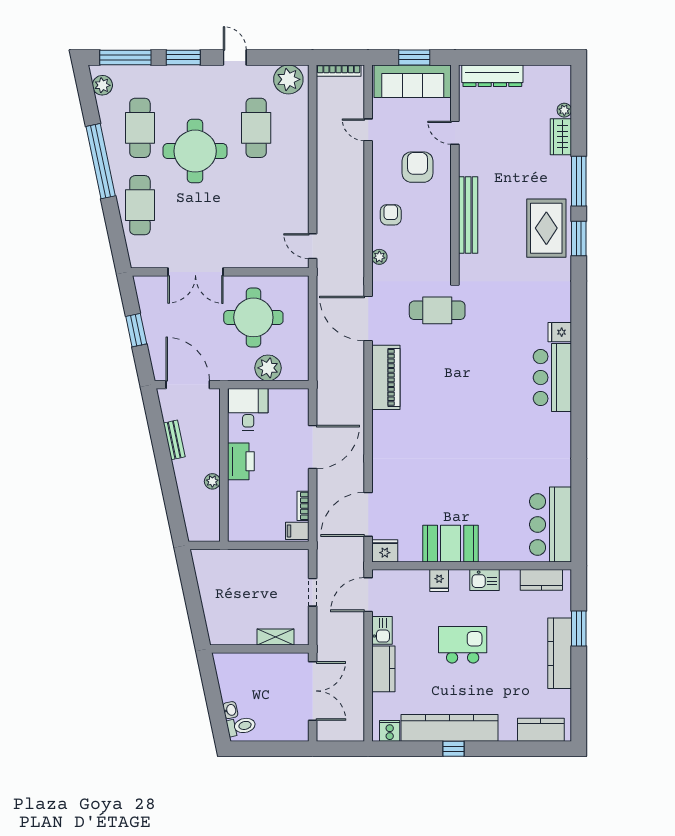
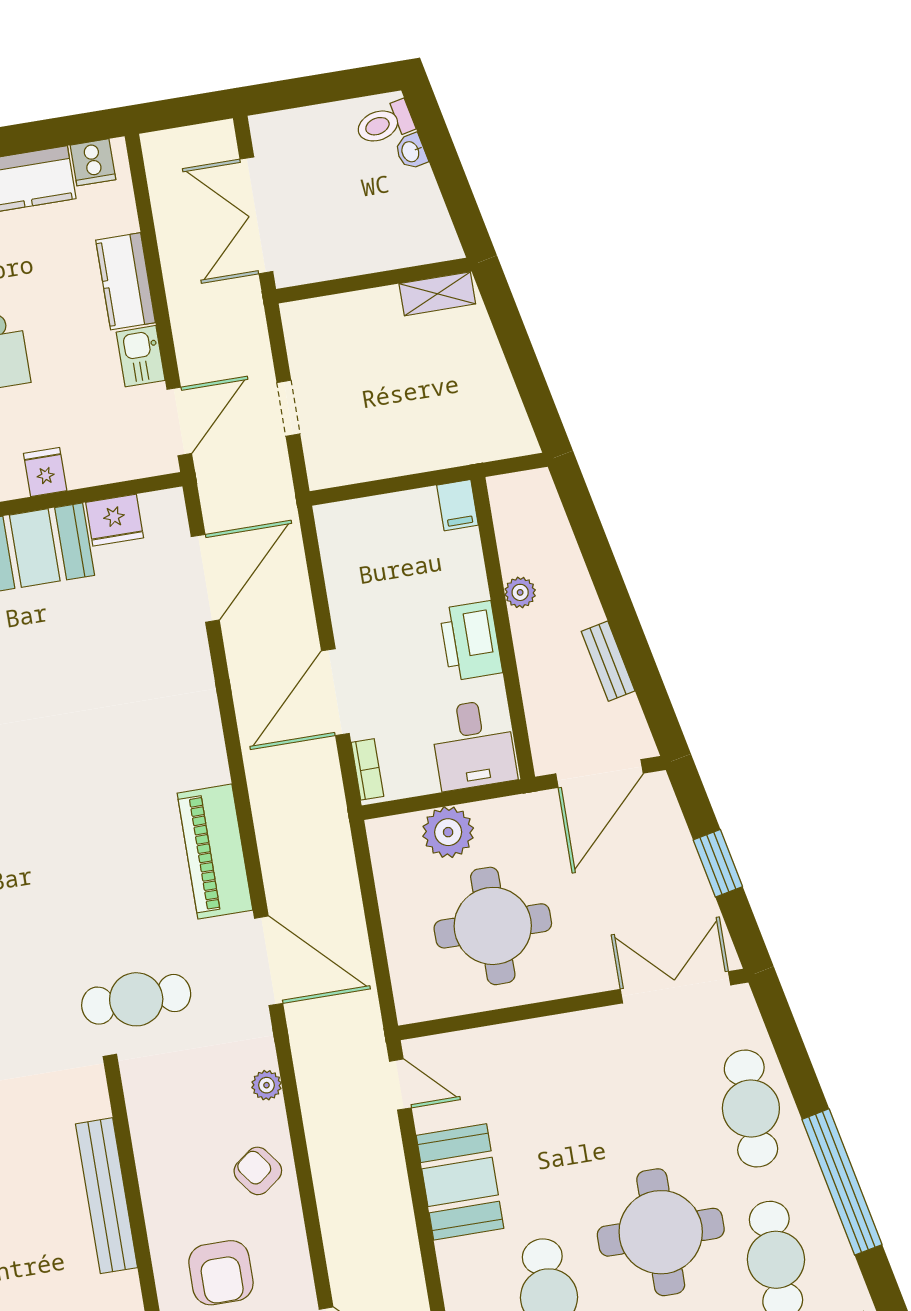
booth: (291, 193) -> (460, 1182), added
armchair: (391, 215) -> (258, 1171), turned 143
double door: (195, 272) -> (676, 987), moved
door: (188, 385) -> (599, 774), hinge flipped
bookcase: (303, 506) -> (367, 769), moved
filing cabinet: (297, 531) -> (457, 505), moved, turned 90
fridge: (385, 551) -> (115, 520), moved
shelving: (276, 637) -> (437, 294), moved

